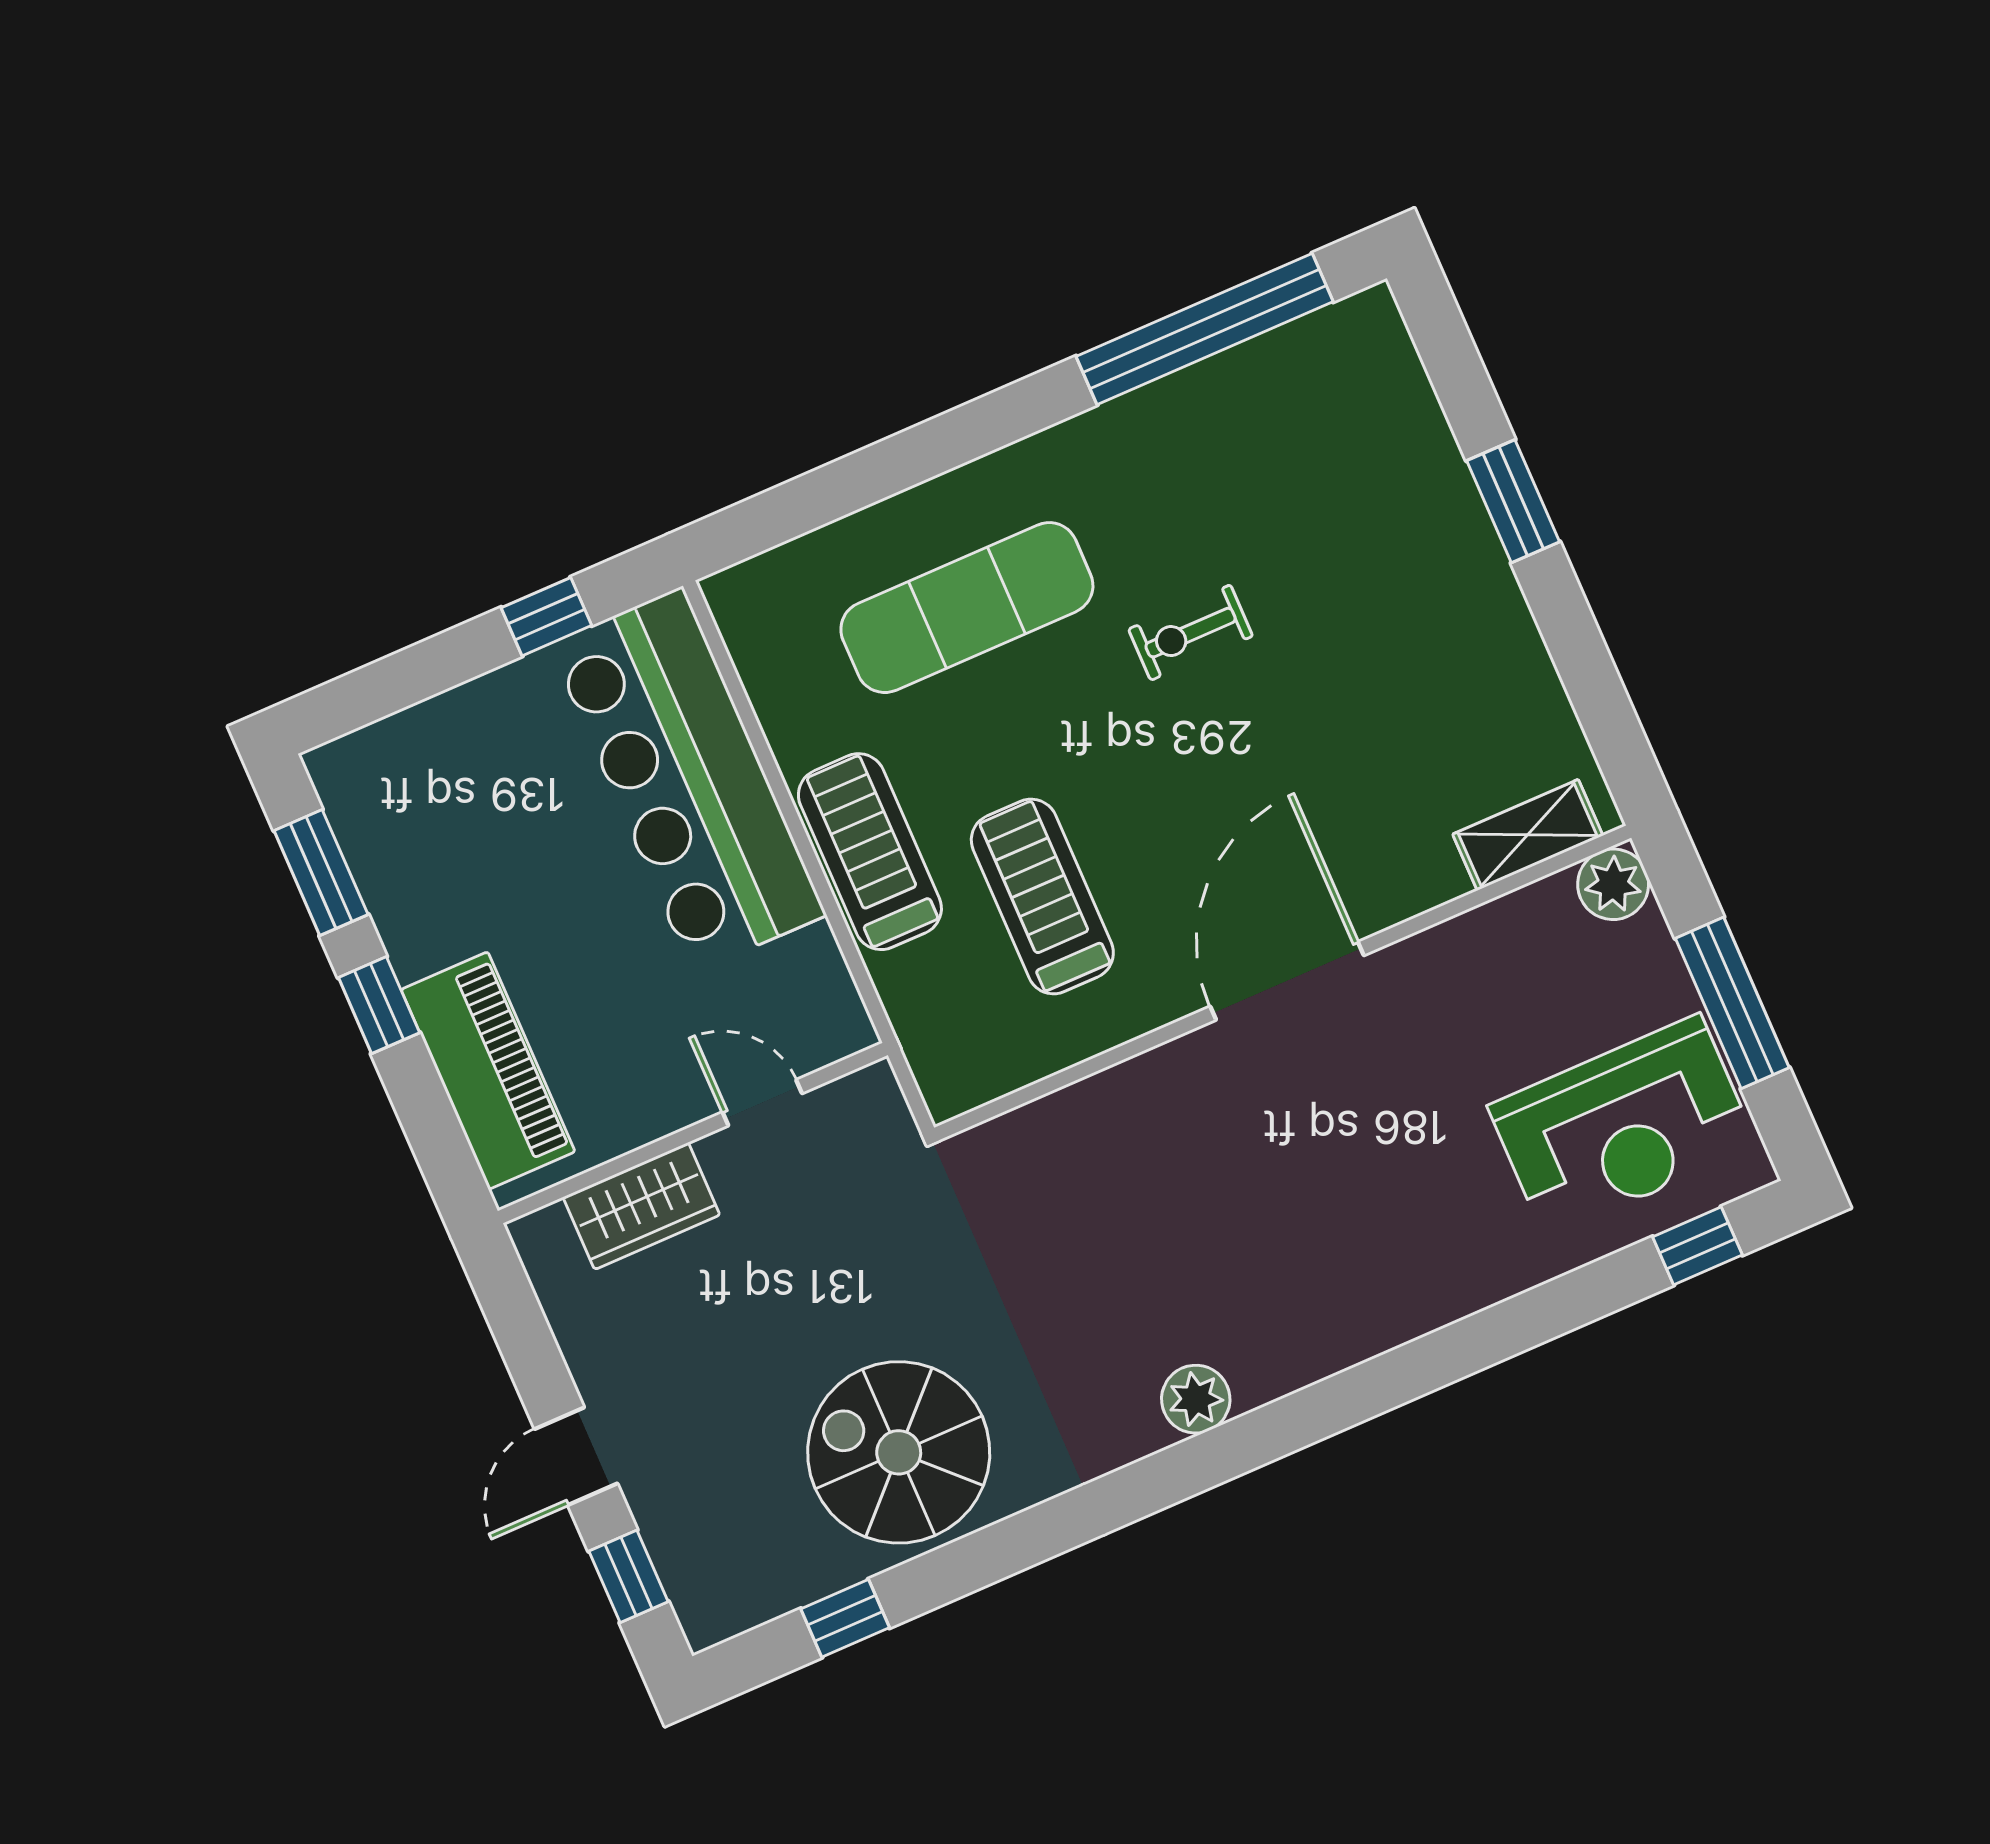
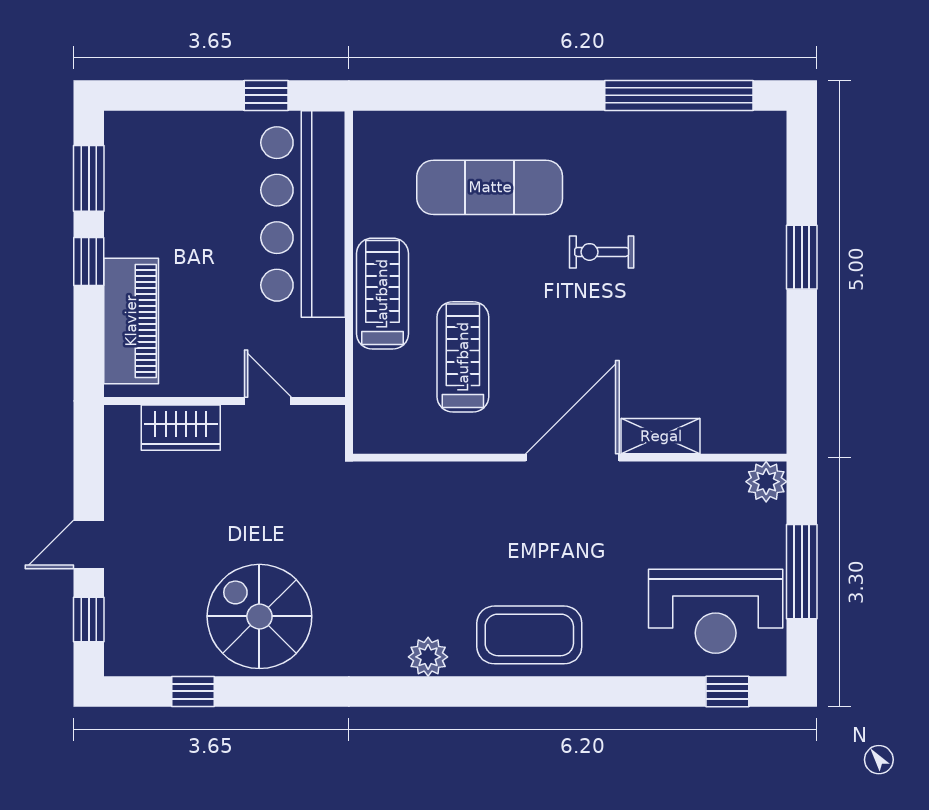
shelving: (1528, 835) -> (661, 436), moved
coffee table: (1342, 1294) -> (529, 635), added

